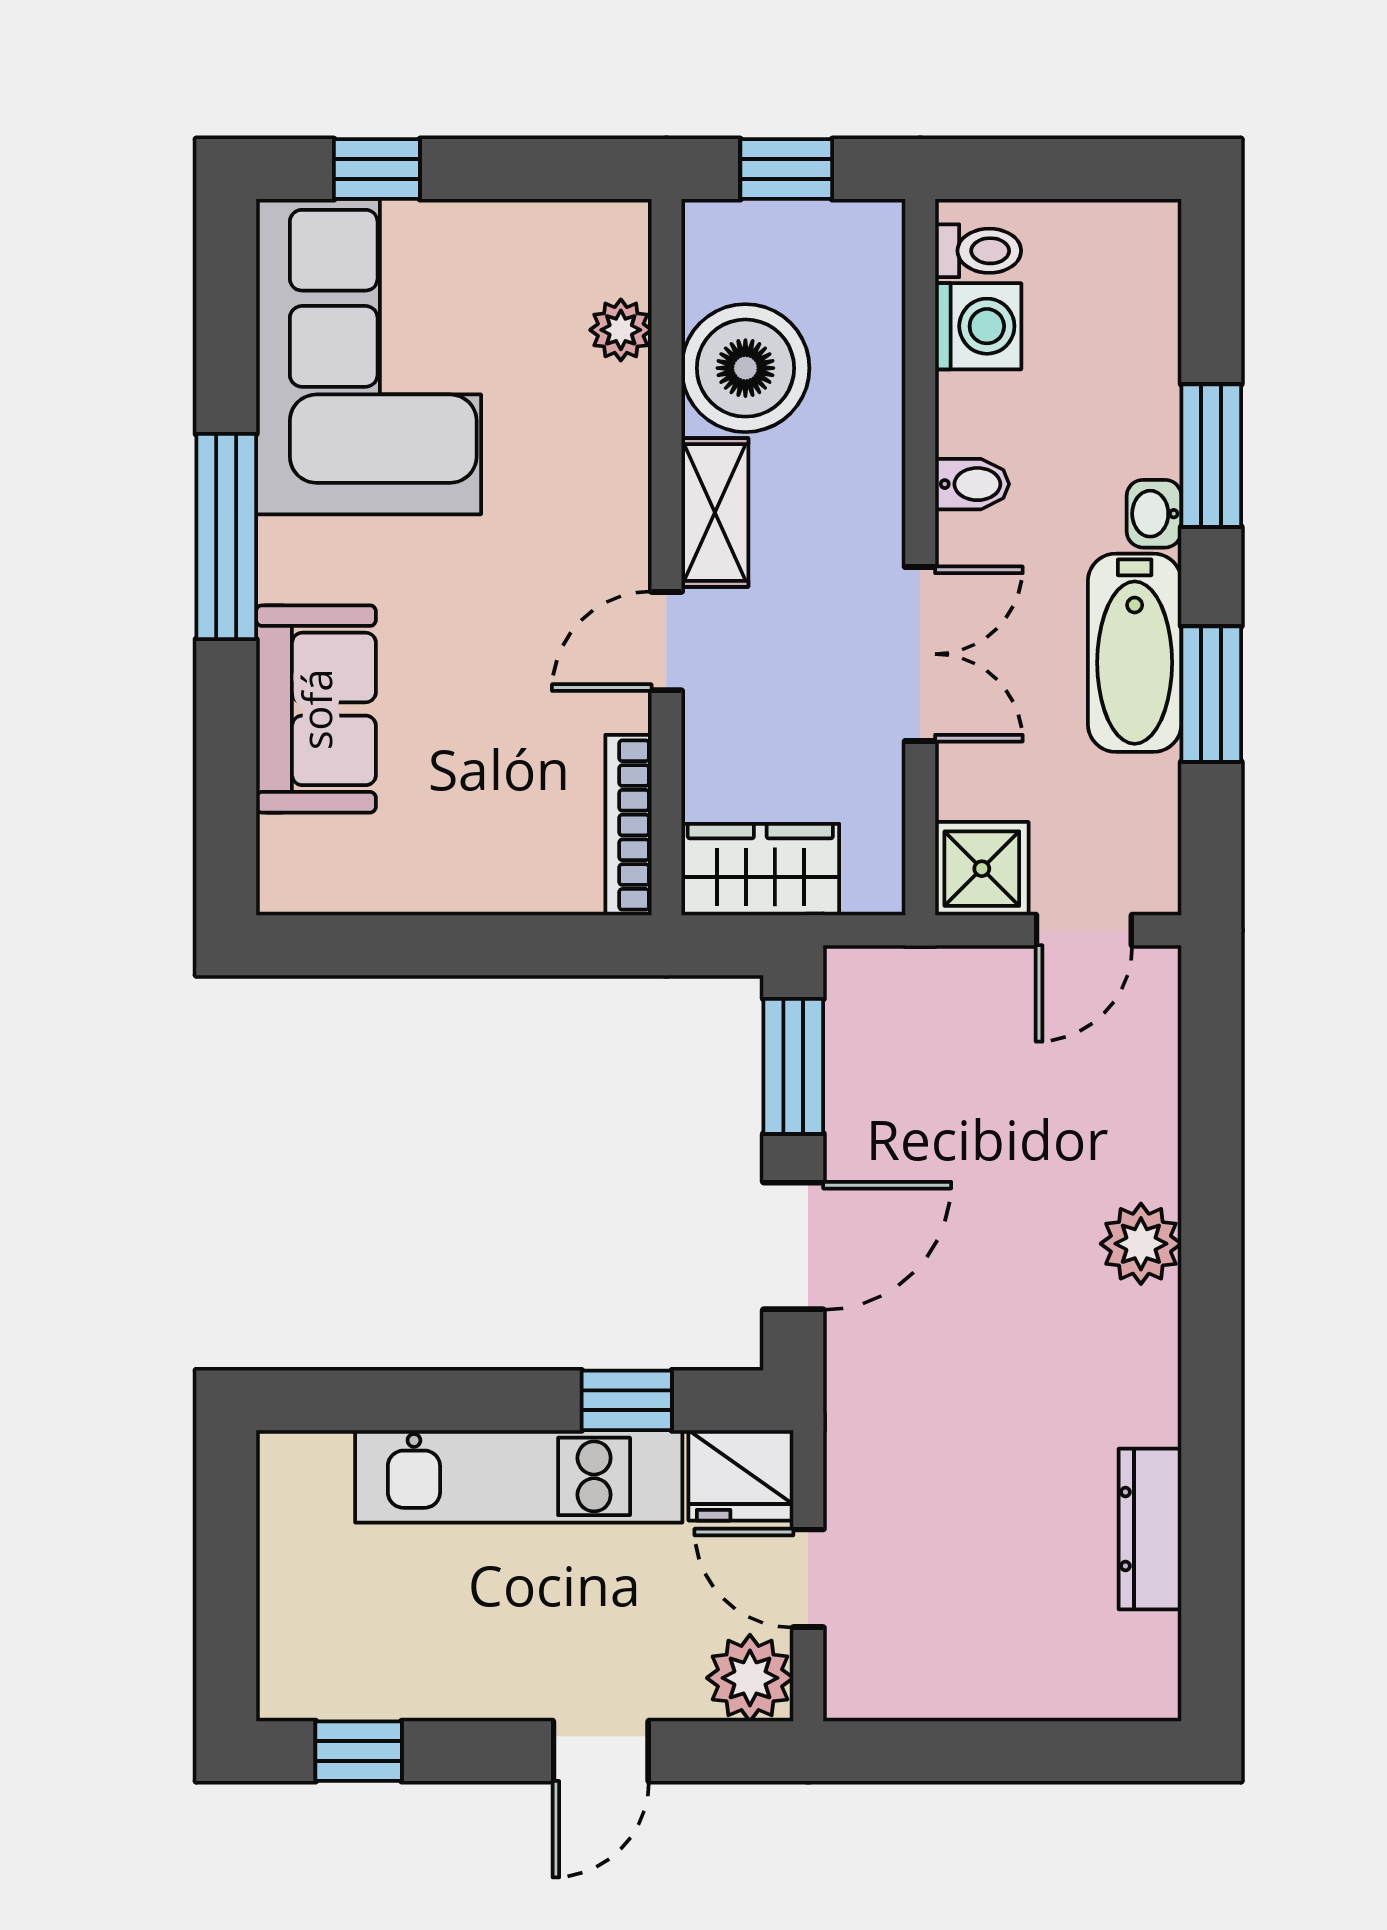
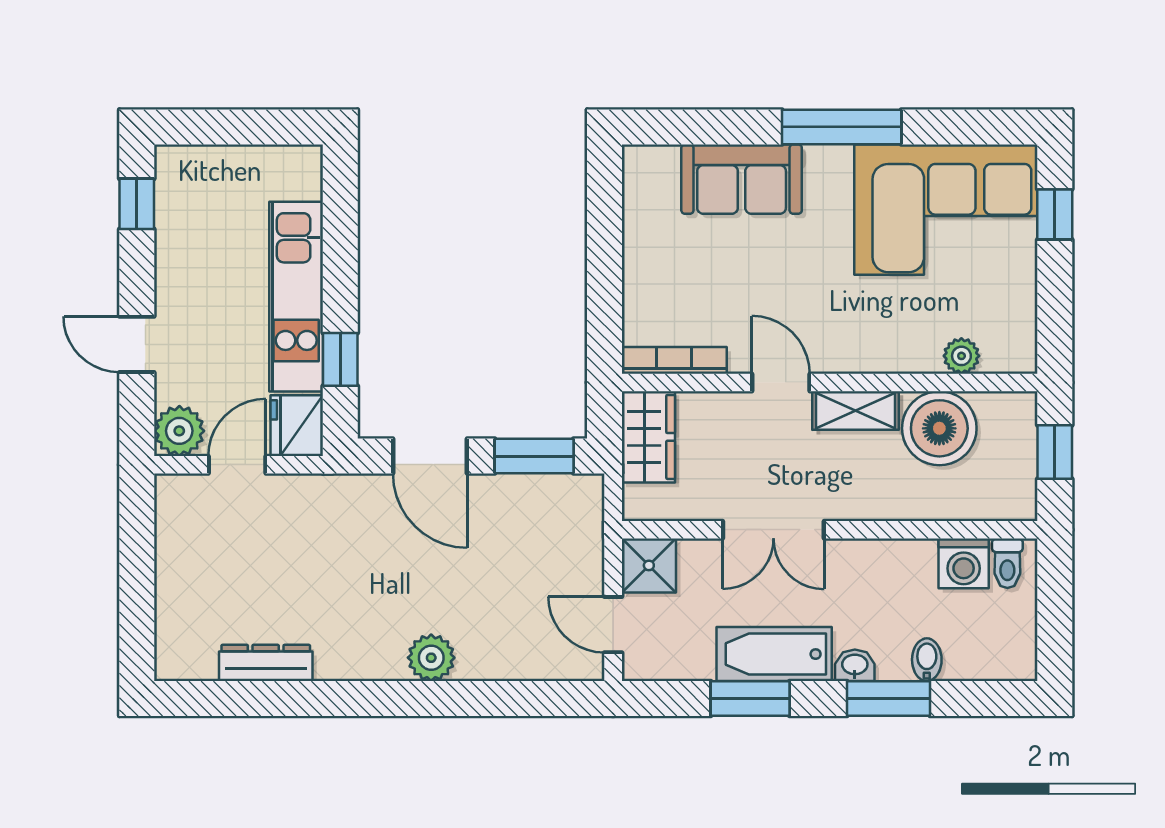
bidet: (972, 484) -> (927, 660), moved, turned 180

